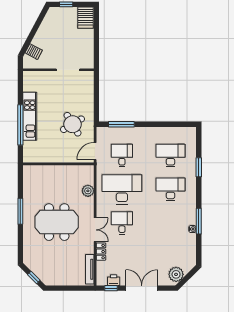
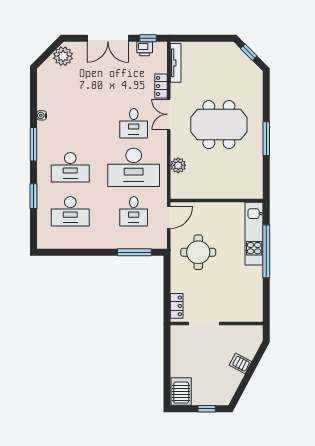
server rack: (34, 52) -> (240, 363), moved
locker: (89, 83) -> (177, 306), added
kitchen unit: (30, 116) -> (254, 234), moved
round table: (73, 124) -> (198, 252), turned 31
window: (199, 221) -> (33, 144), moved

